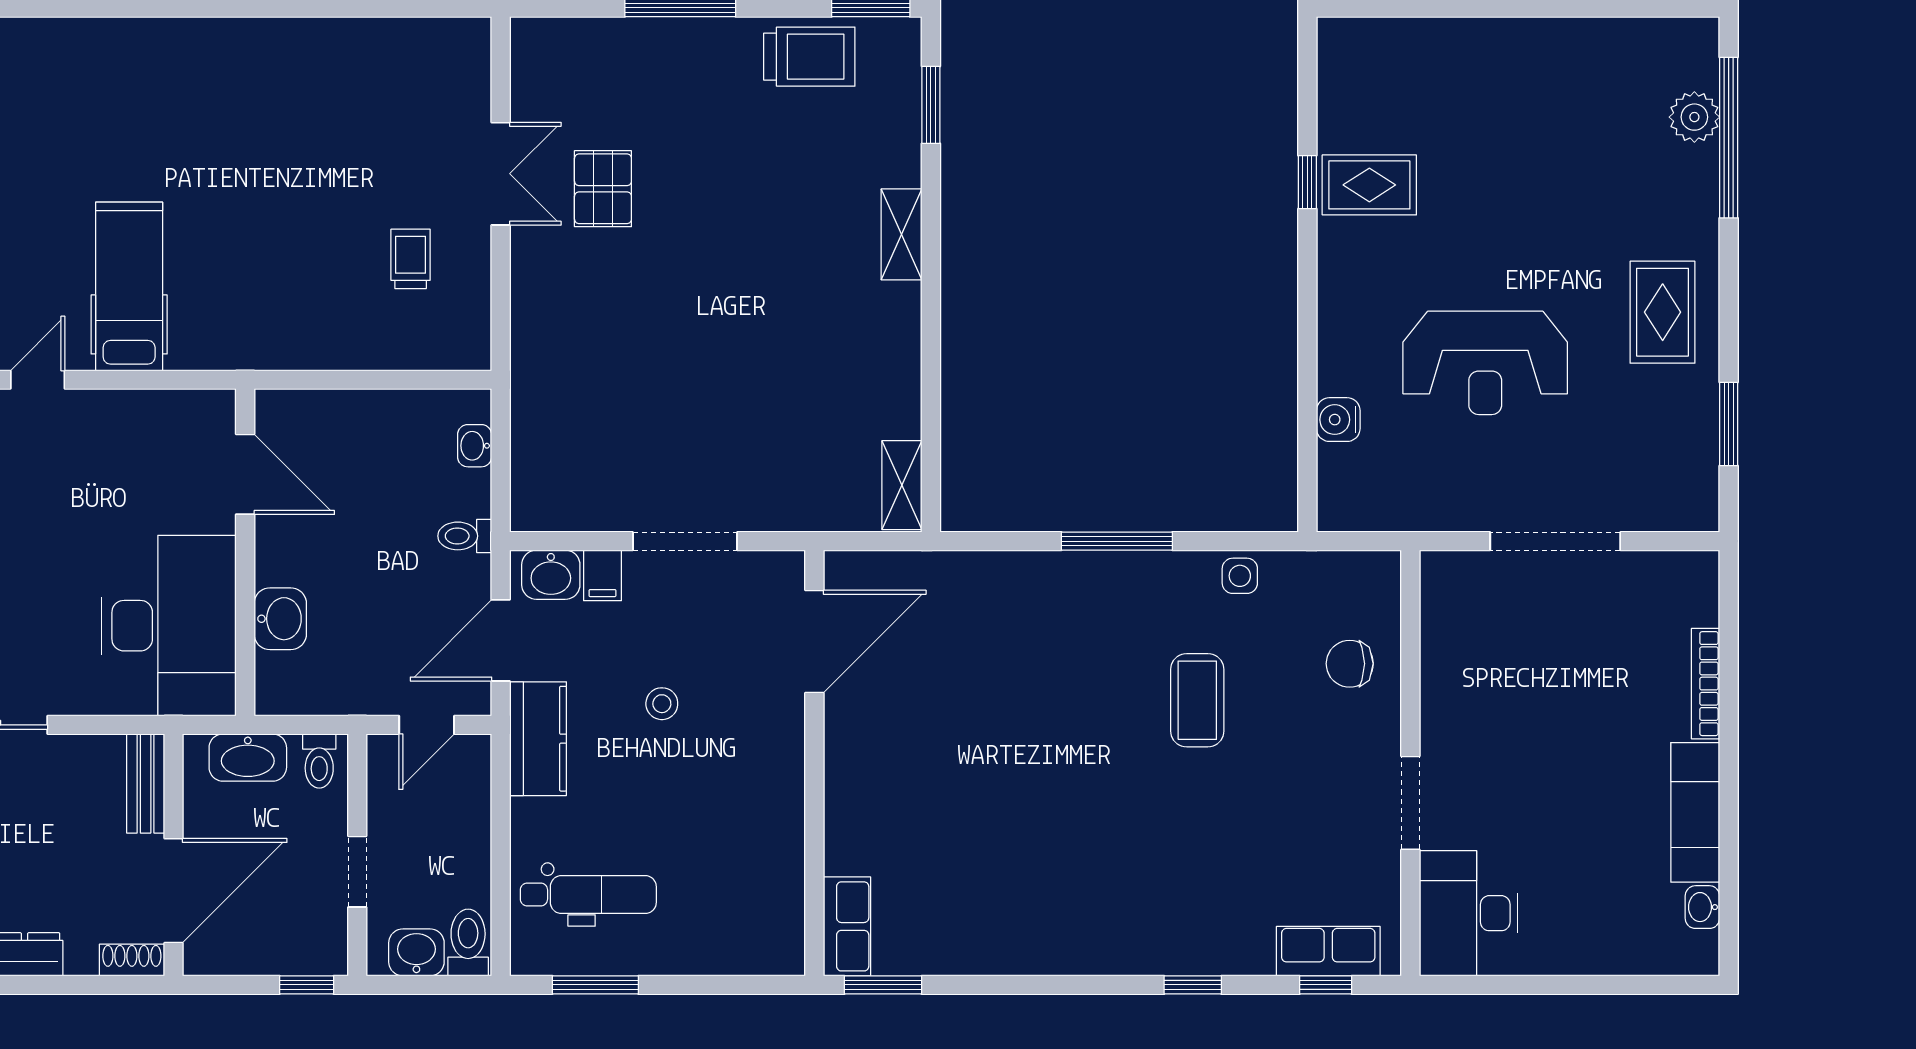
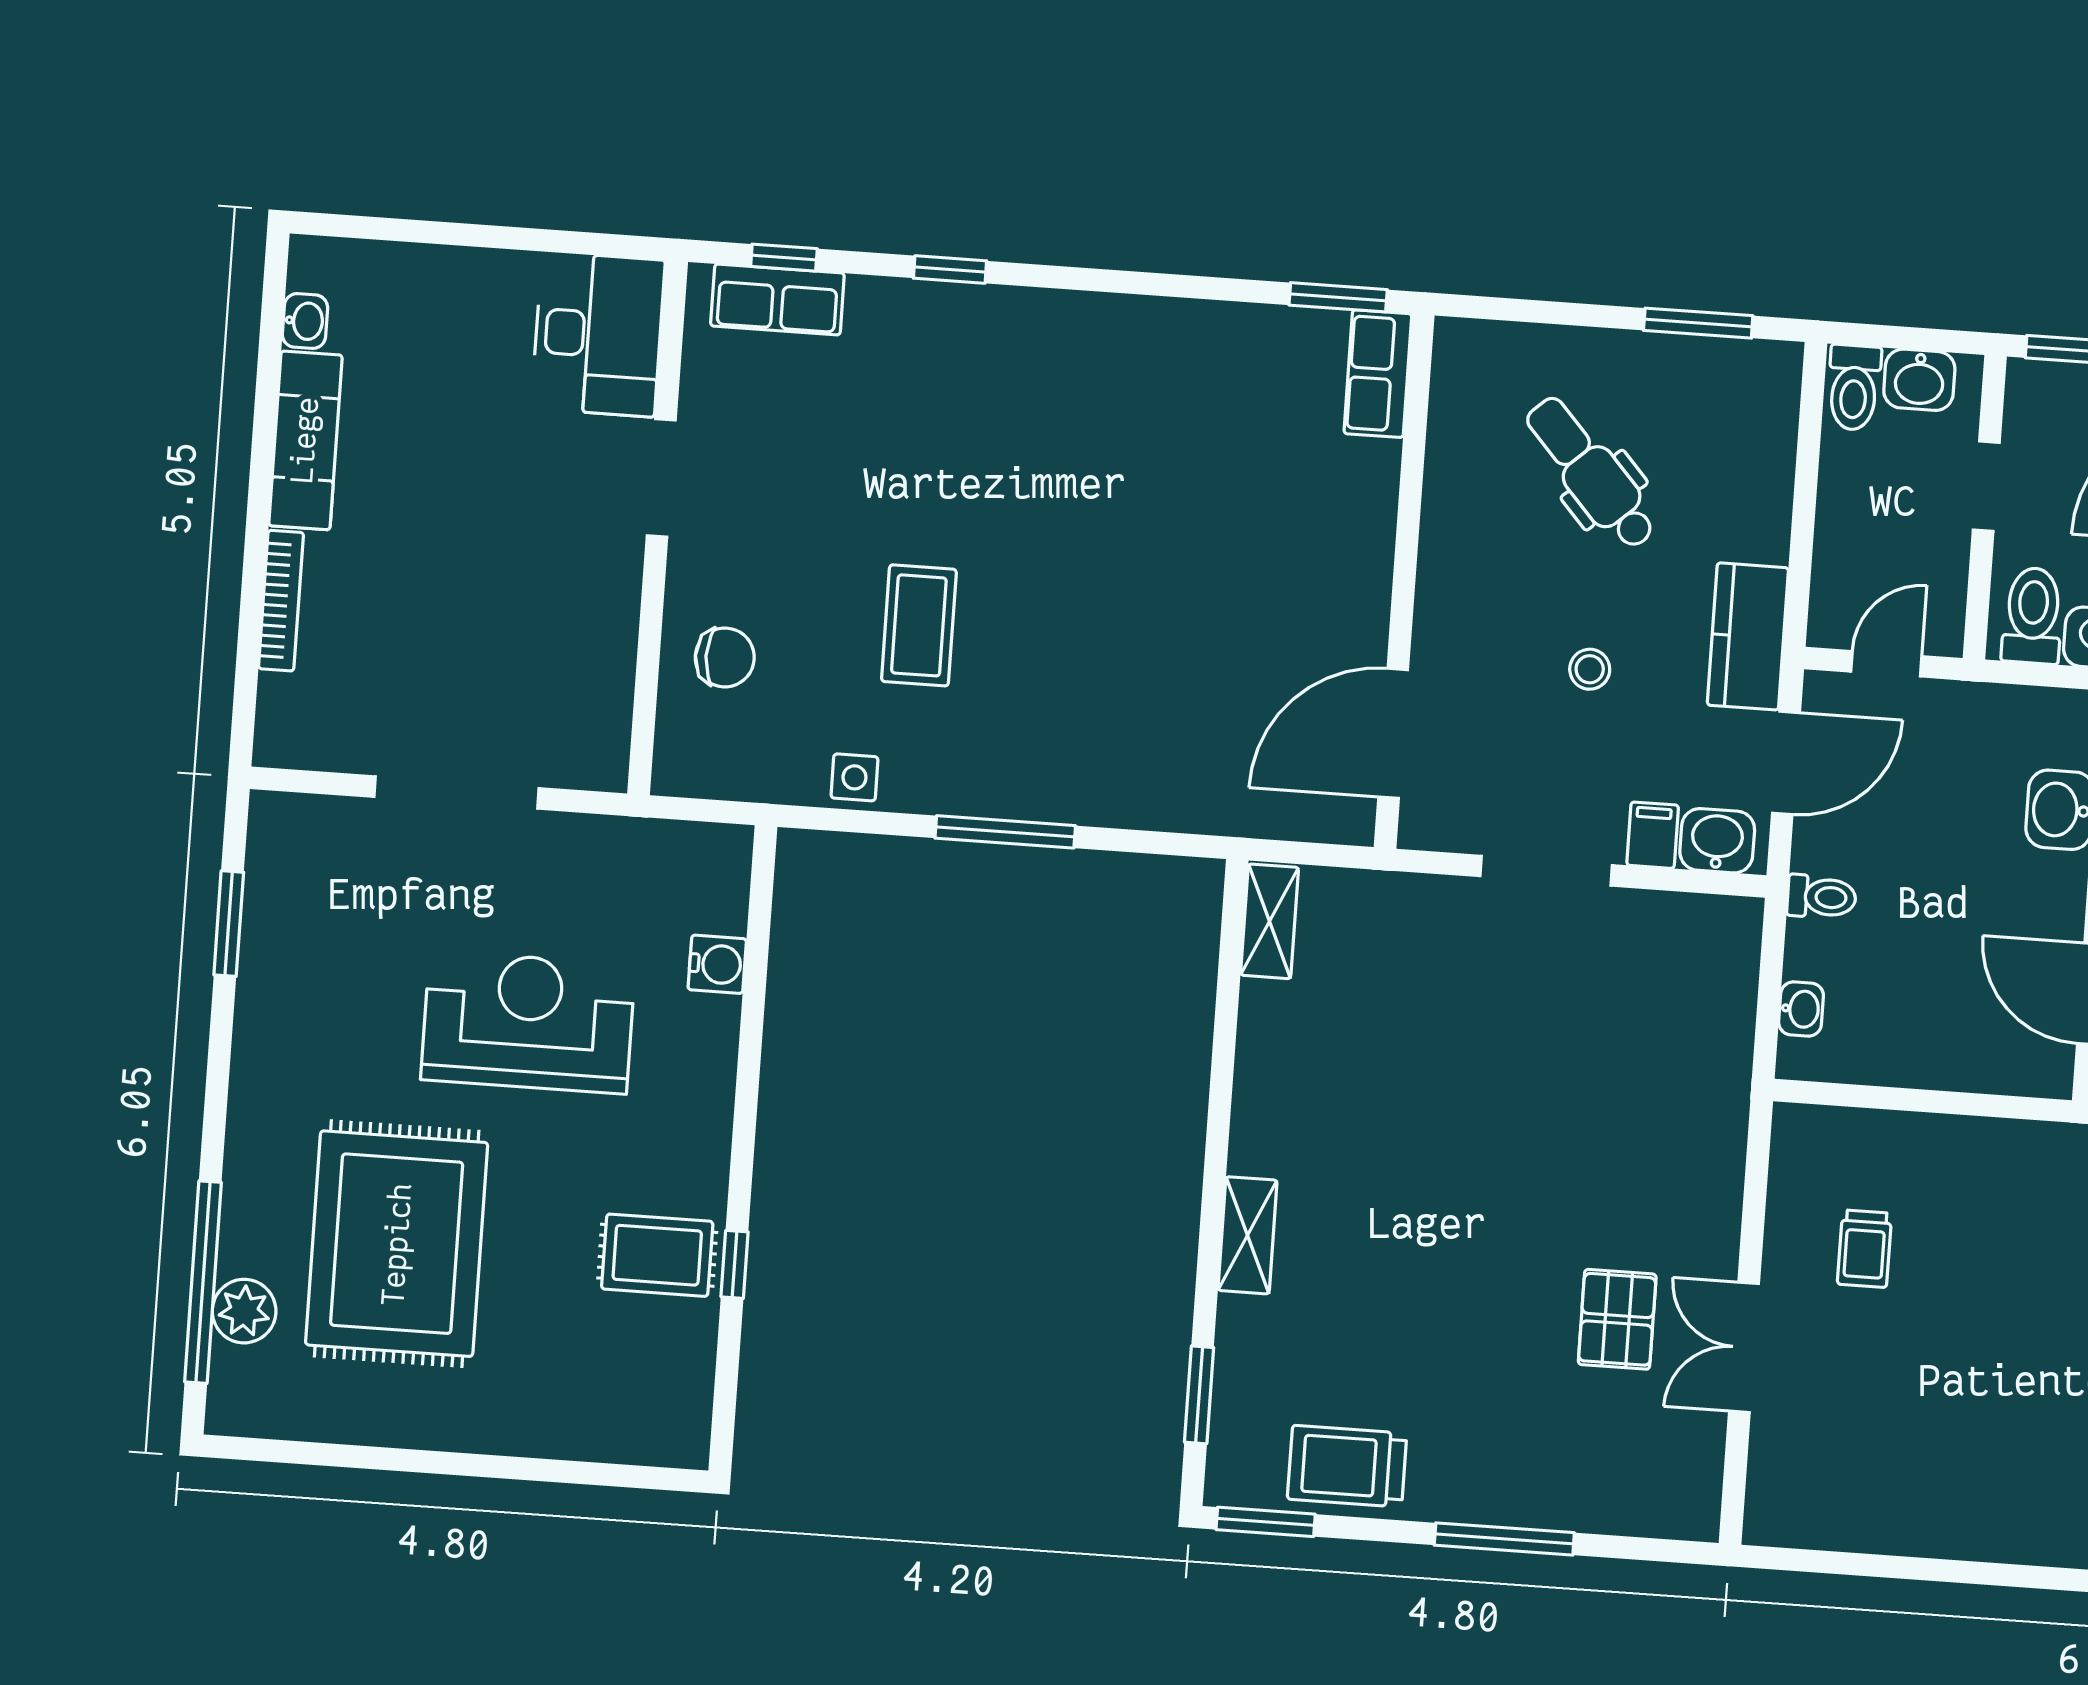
rug: (1663, 312) -> (397, 1244), moved, width x1.86, depth x2.06
toilet: (319, 761) -> (2033, 616), width x1.37, depth x1.39
dental chair: (588, 895) -> (1591, 473), moved, turned 48

